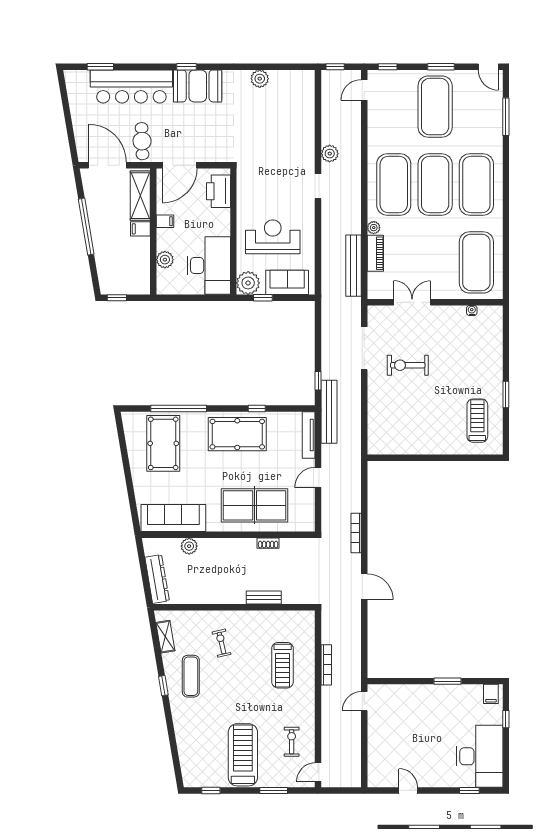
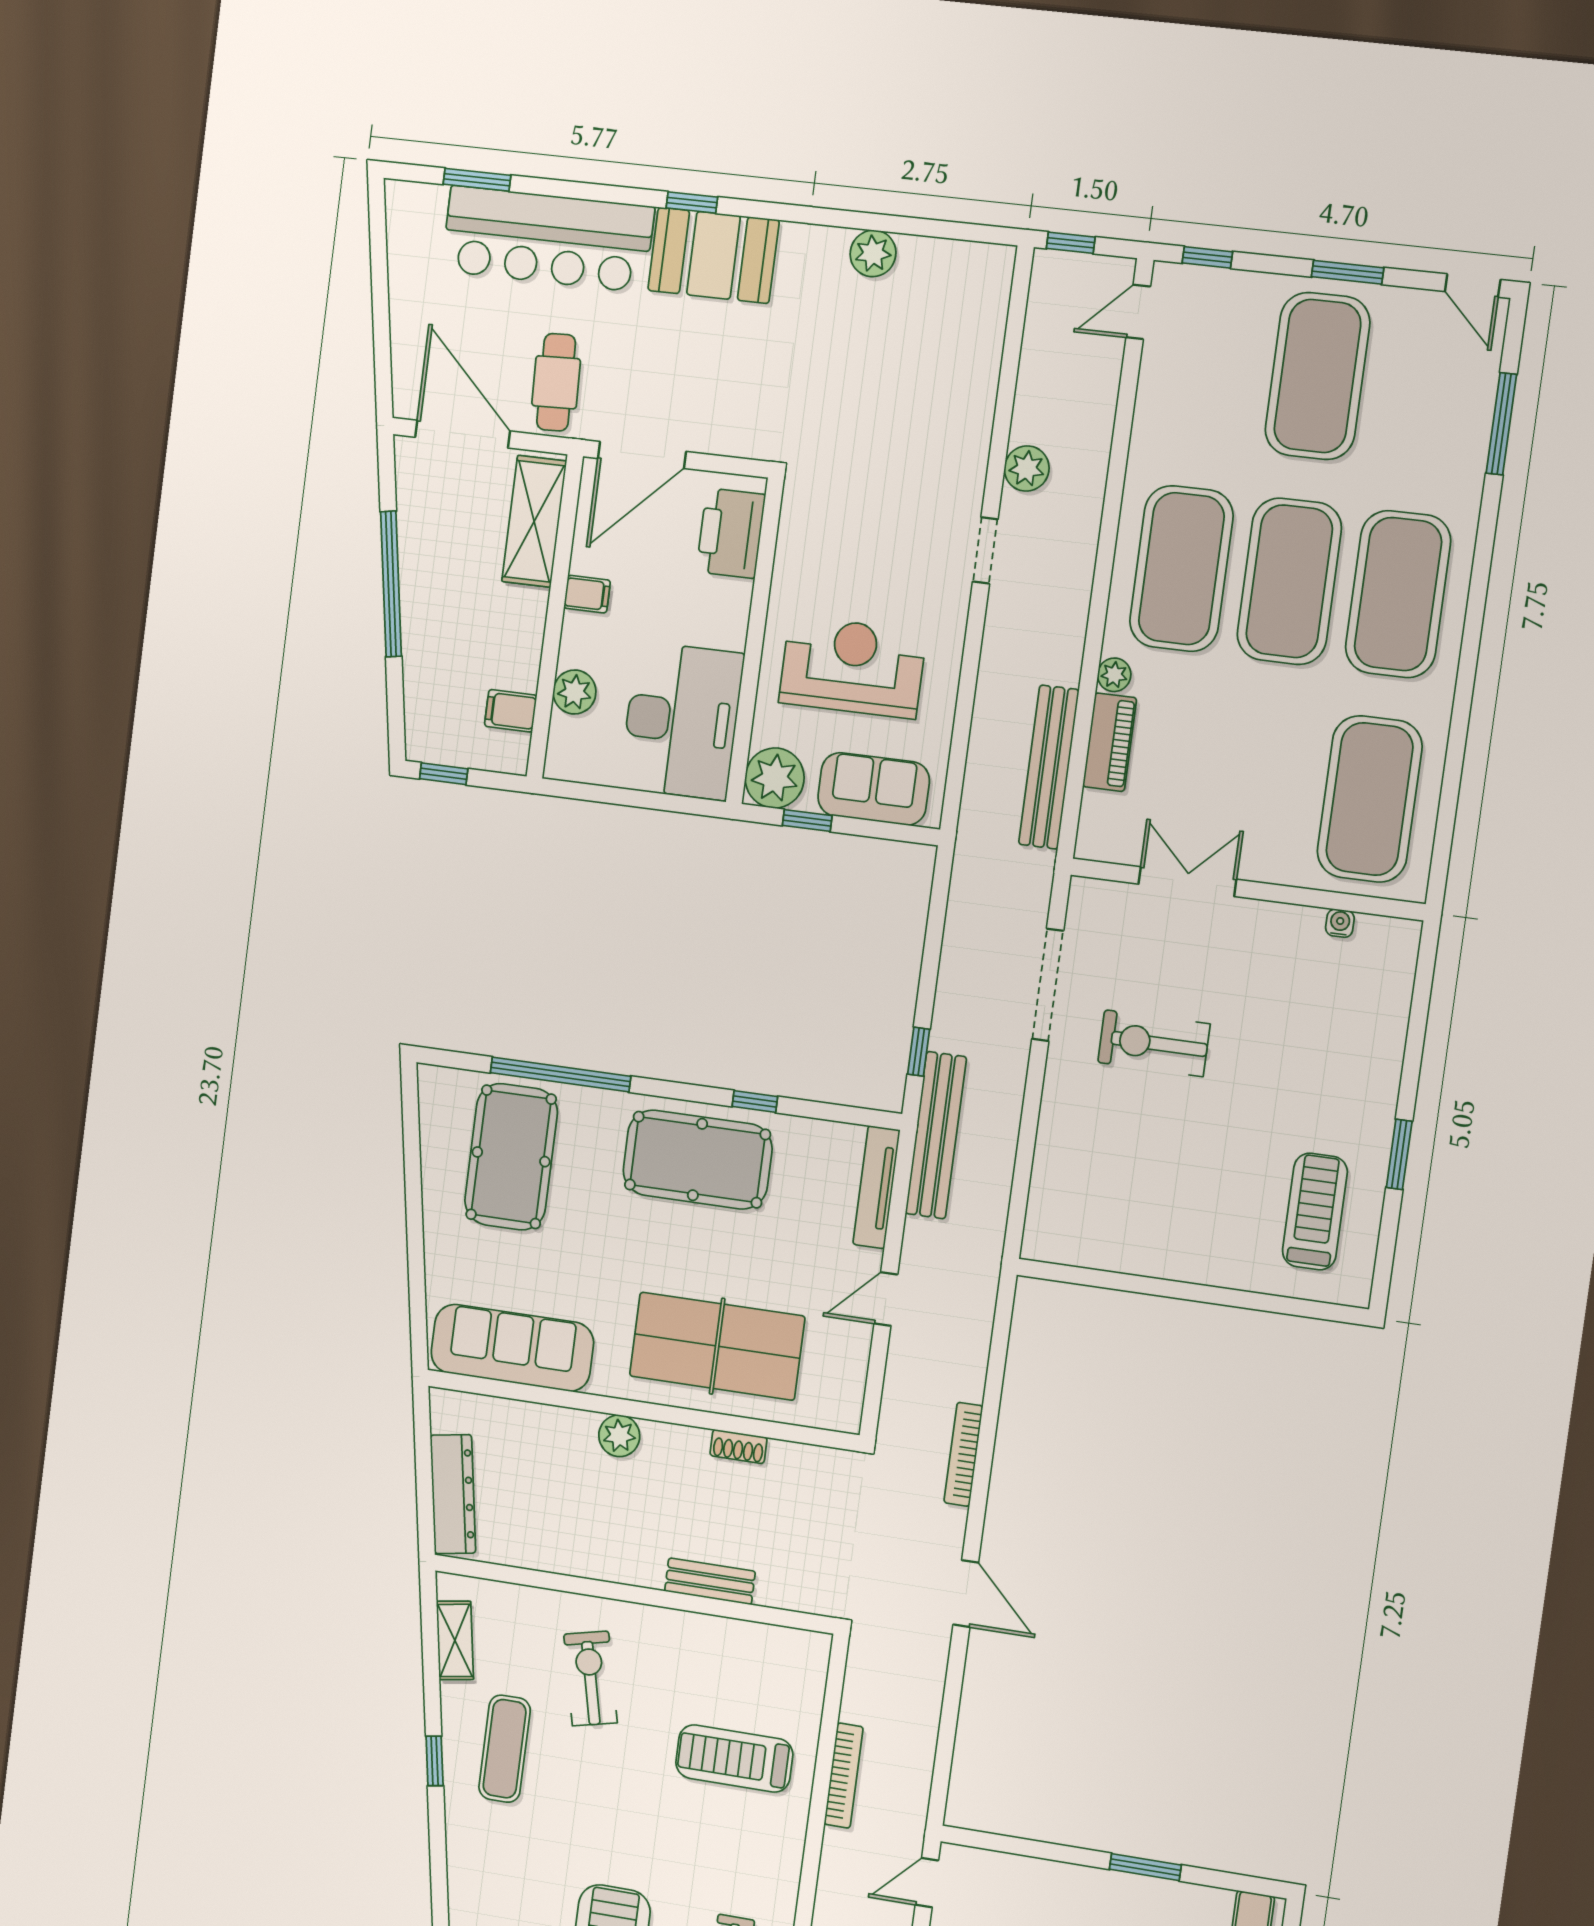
filing cabinet: (140, 229) -> (511, 711), moved
plant: (189, 546) -> (619, 1436), moved
exercise bike: (222, 643) -> (590, 1679), width x1.38, depth x1.39
treadmill: (283, 665) -> (734, 1758), turned 90

